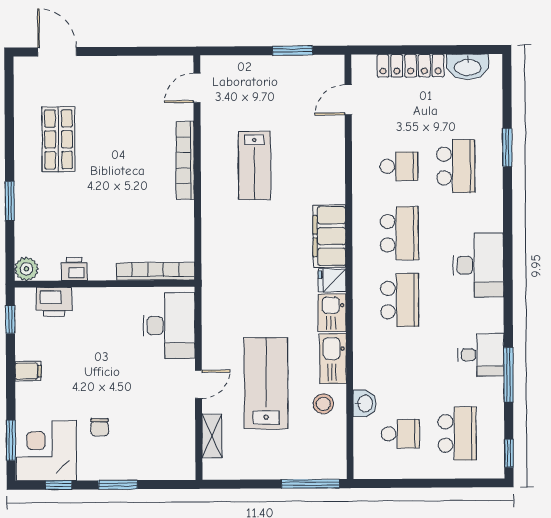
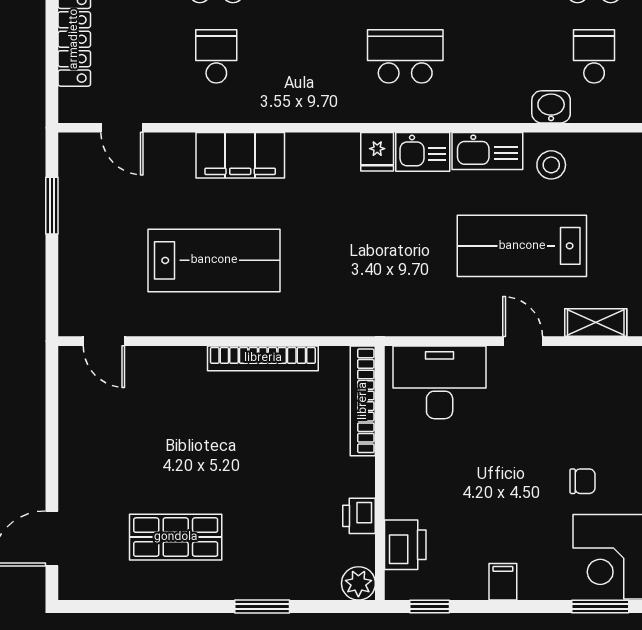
bookcase: (185, 160) -> (263, 358), moved
lab bench: (254, 165) -> (214, 260), width x1.36, depth x1.39
school desk: (399, 233) -> (311, 56), removed
filing cabinet: (329, 236) -> (240, 155), moved

